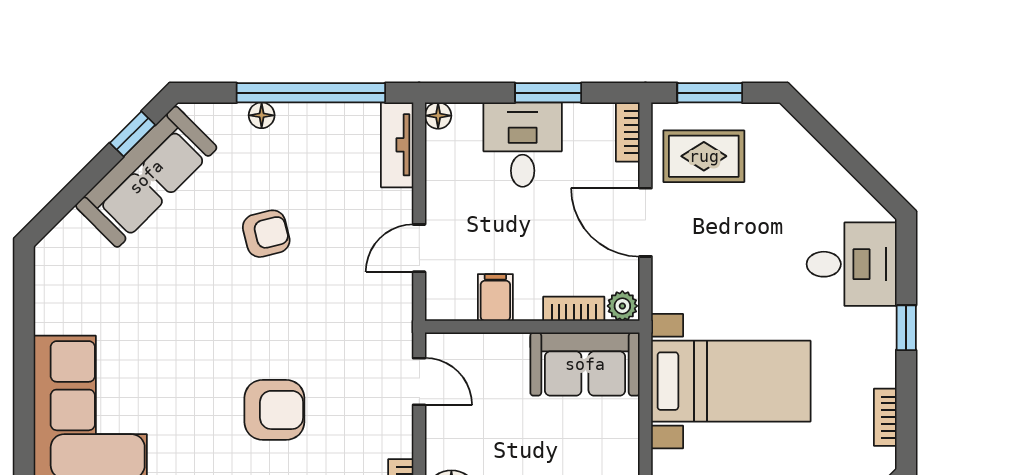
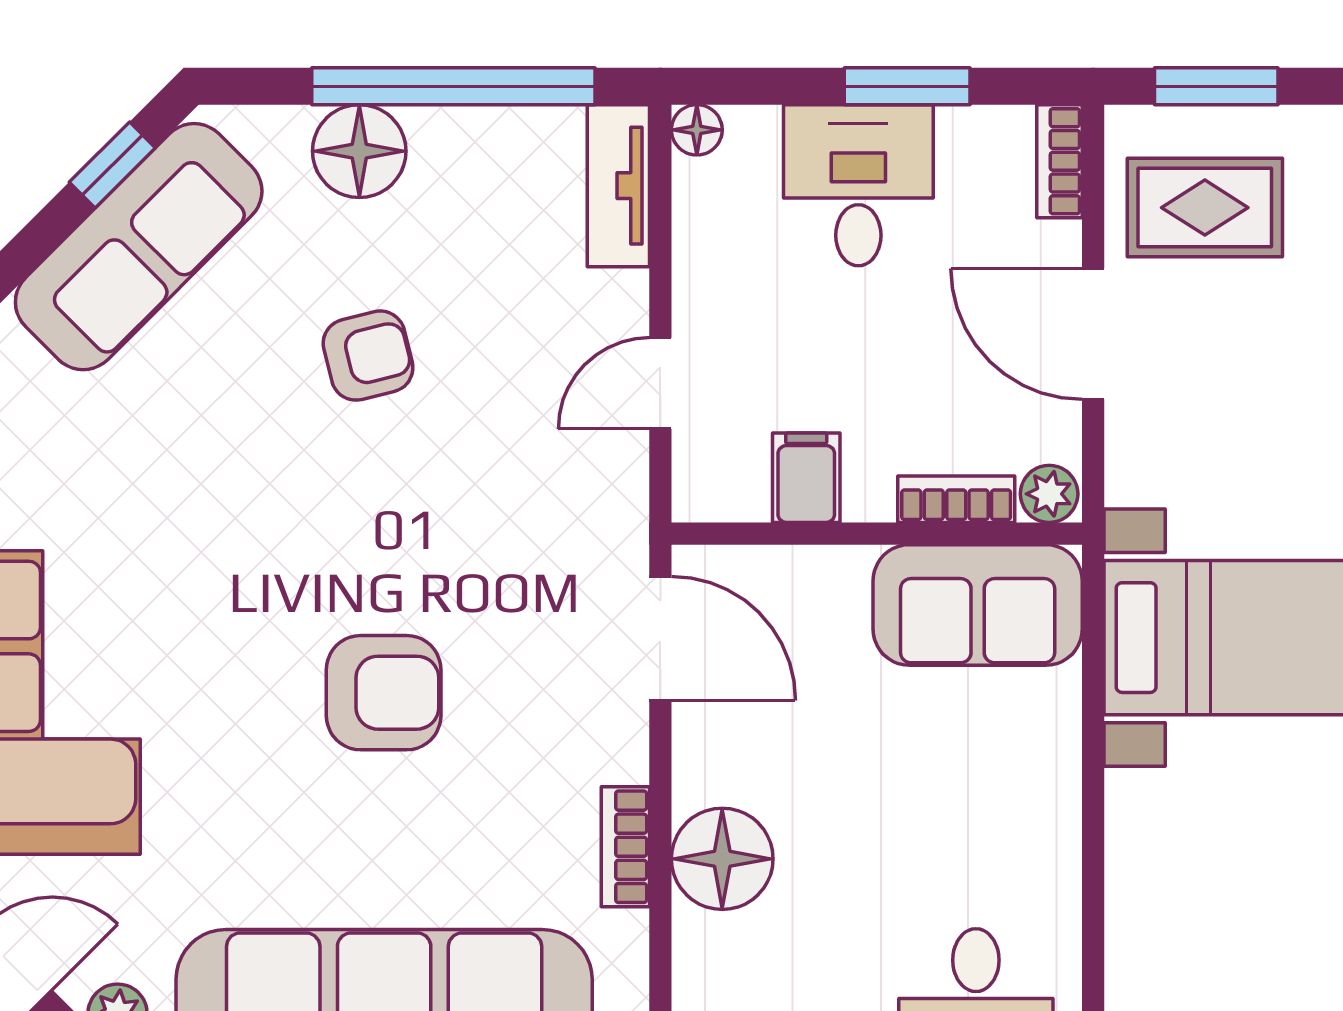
floor lamp: (262, 115) -> (359, 151), width x1.89, depth x1.89
door: (419, 381) -> (660, 638), width x1.38

